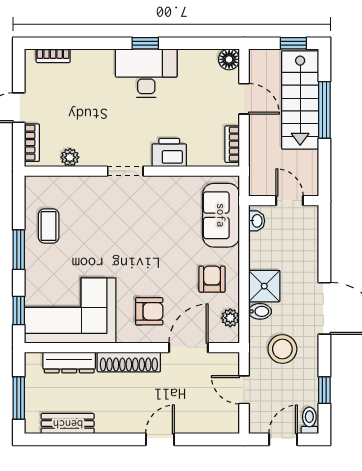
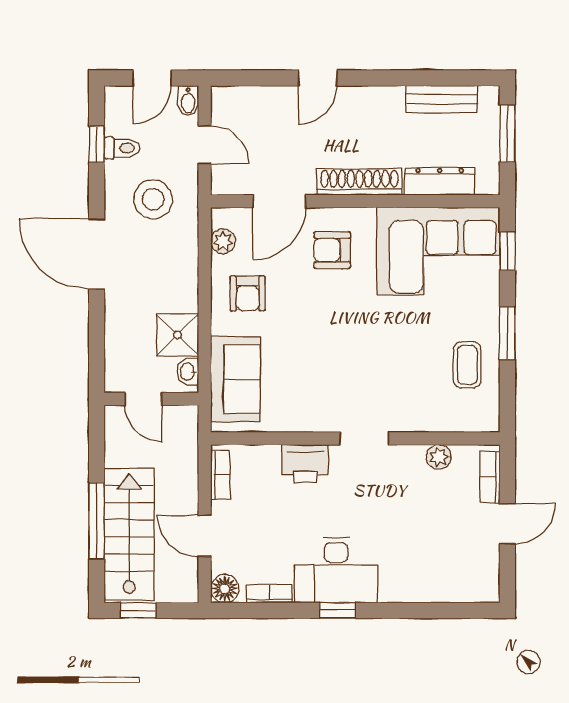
bookcase: (53, 56) -> (269, 594), moved
shower: (264, 286) -> (177, 335), moved
bidet: (260, 311) -> (188, 101), moved, turned -90
toilet: (309, 420) -> (122, 148), moved, turned -90

